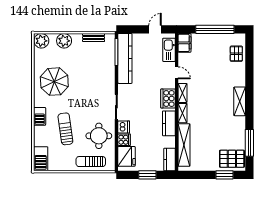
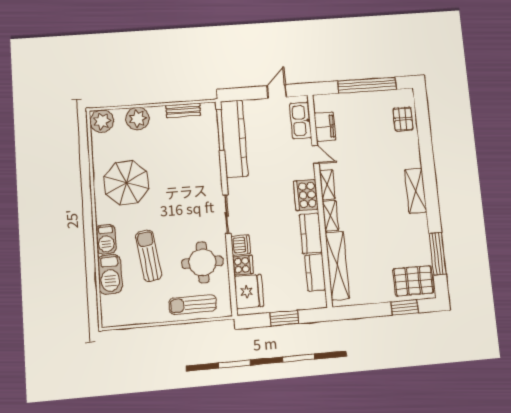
filing cabinet: (184, 43) -> (325, 127), moved
barbecue: (41, 159) -> (110, 274), moved
kitchen counter: (169, 159) -> (315, 272), moved

